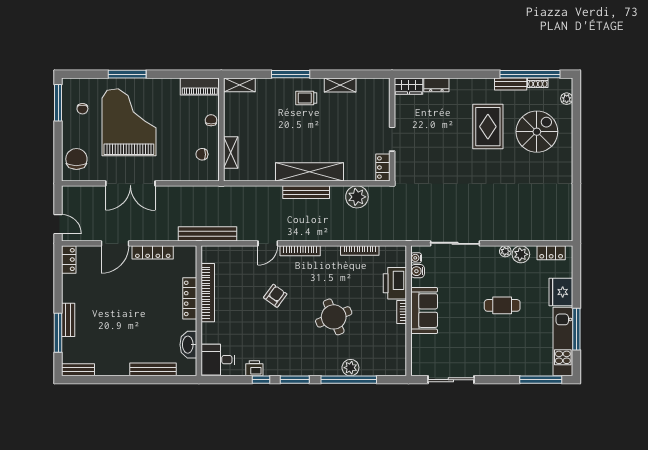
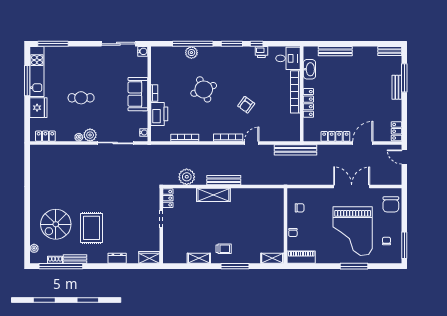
dresser: (436, 85) -> (117, 258), moved
shelving: (231, 152) -> (279, 209), removed
shelving: (309, 172) -> (213, 195), width x0.68
plant: (521, 254) -> (90, 135), moved
water cooler: (418, 271) -> (143, 51), moved
bookcase: (208, 293) -> (295, 92), moved

